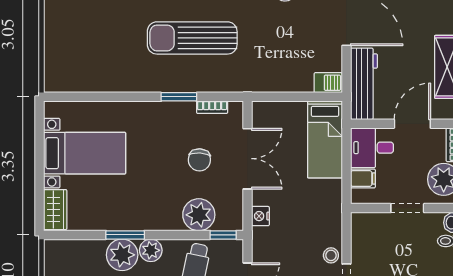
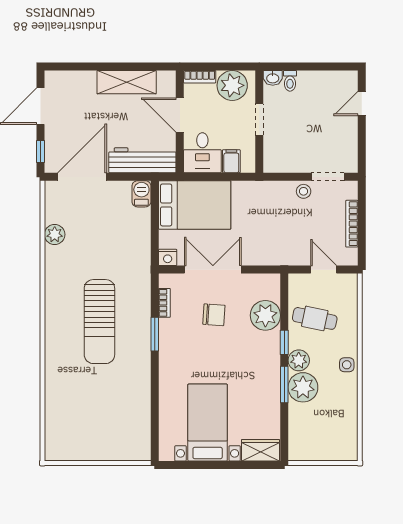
bed: (325, 139) -> (195, 205), width x1.50
nightstand: (260, 216) -> (168, 257), moved
window: (223, 235) -> (284, 342), moved

